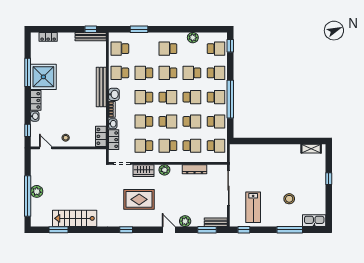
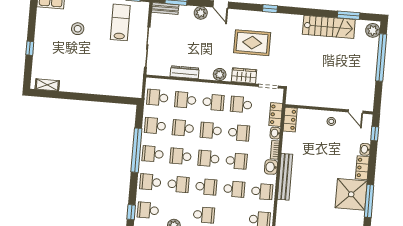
school desk: (144, 146) -> (241, 105), turned 180
plant: (37, 191) -> (373, 30), moved

